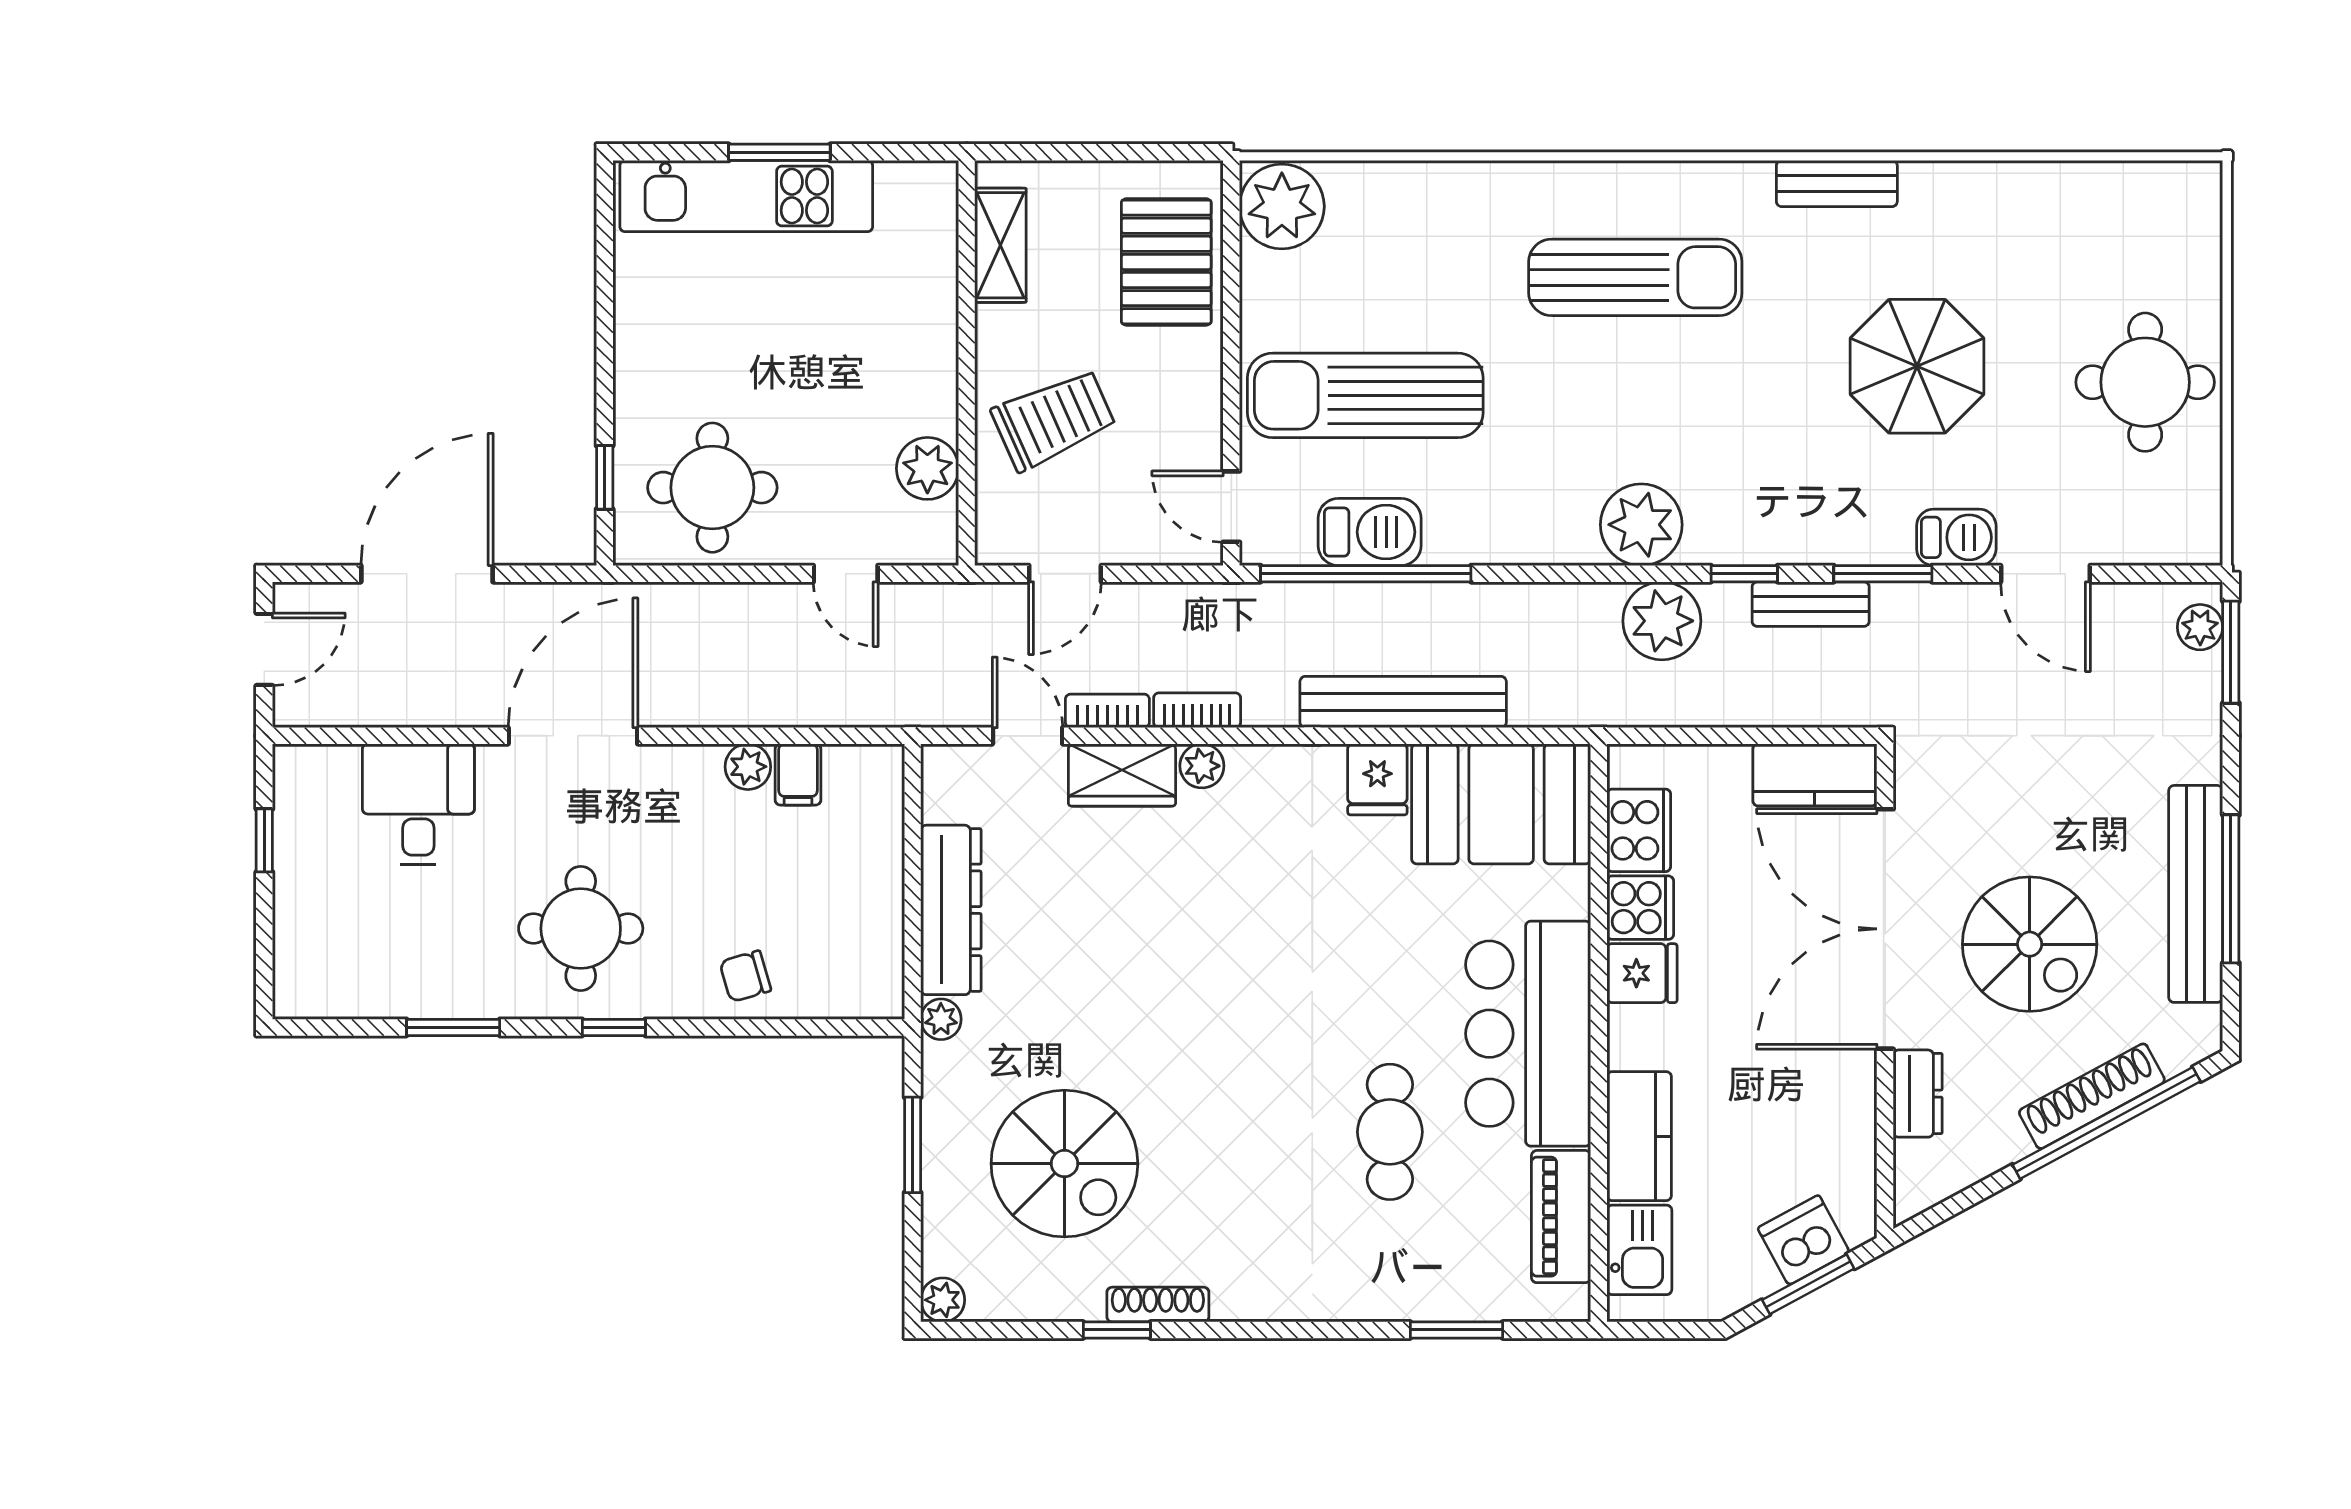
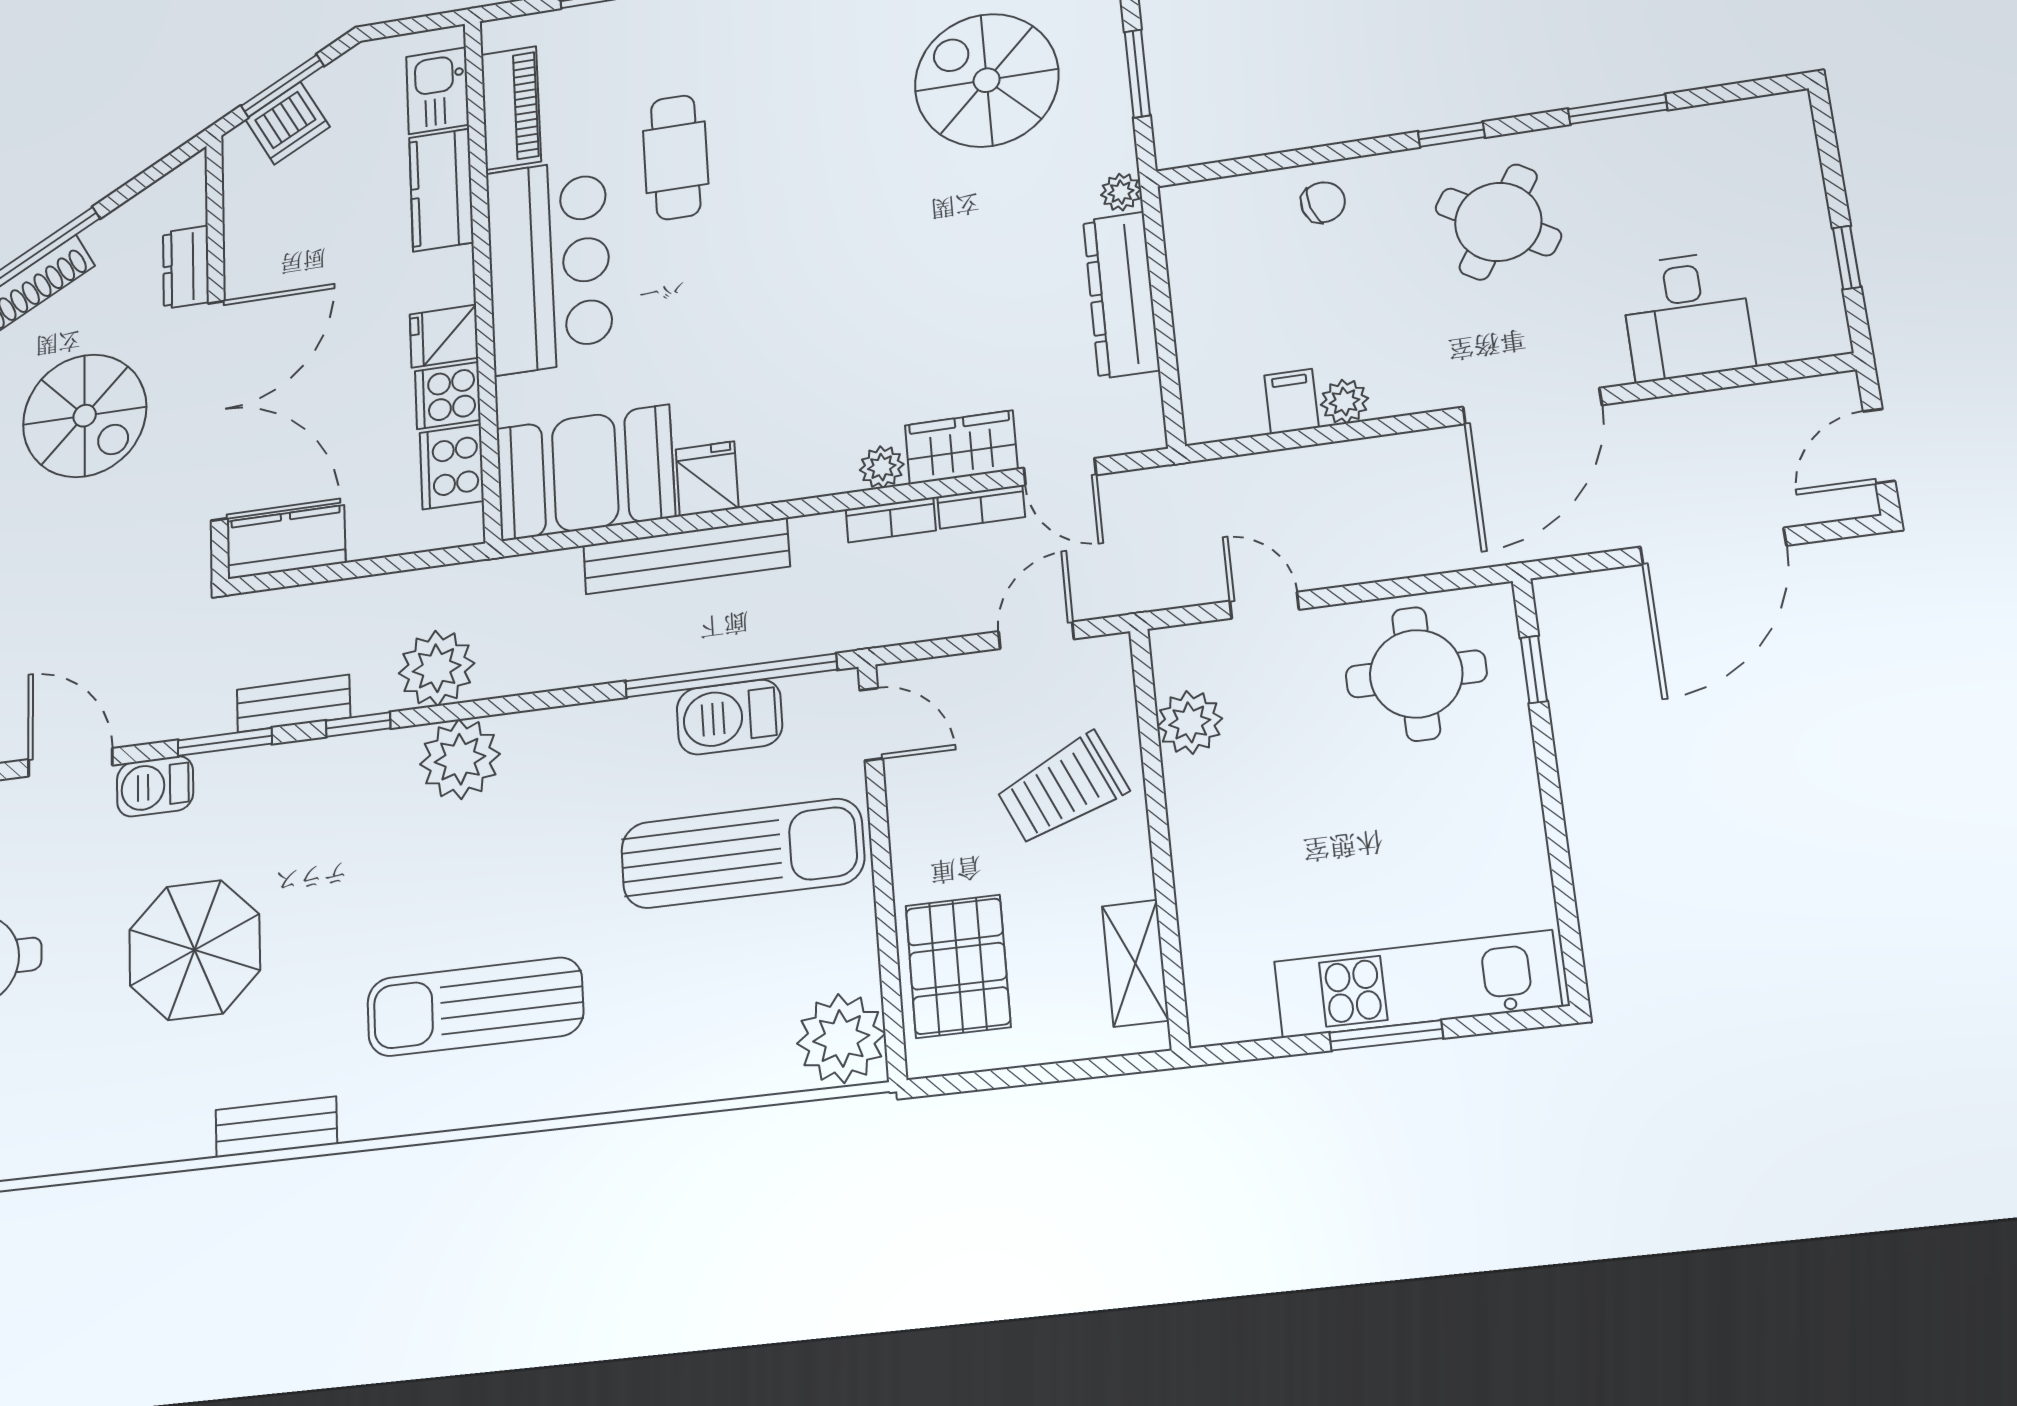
round table: (581, 928) -> (1498, 222), turned 32
spiral stairs: (2030, 944) -> (85, 416), turned 180

